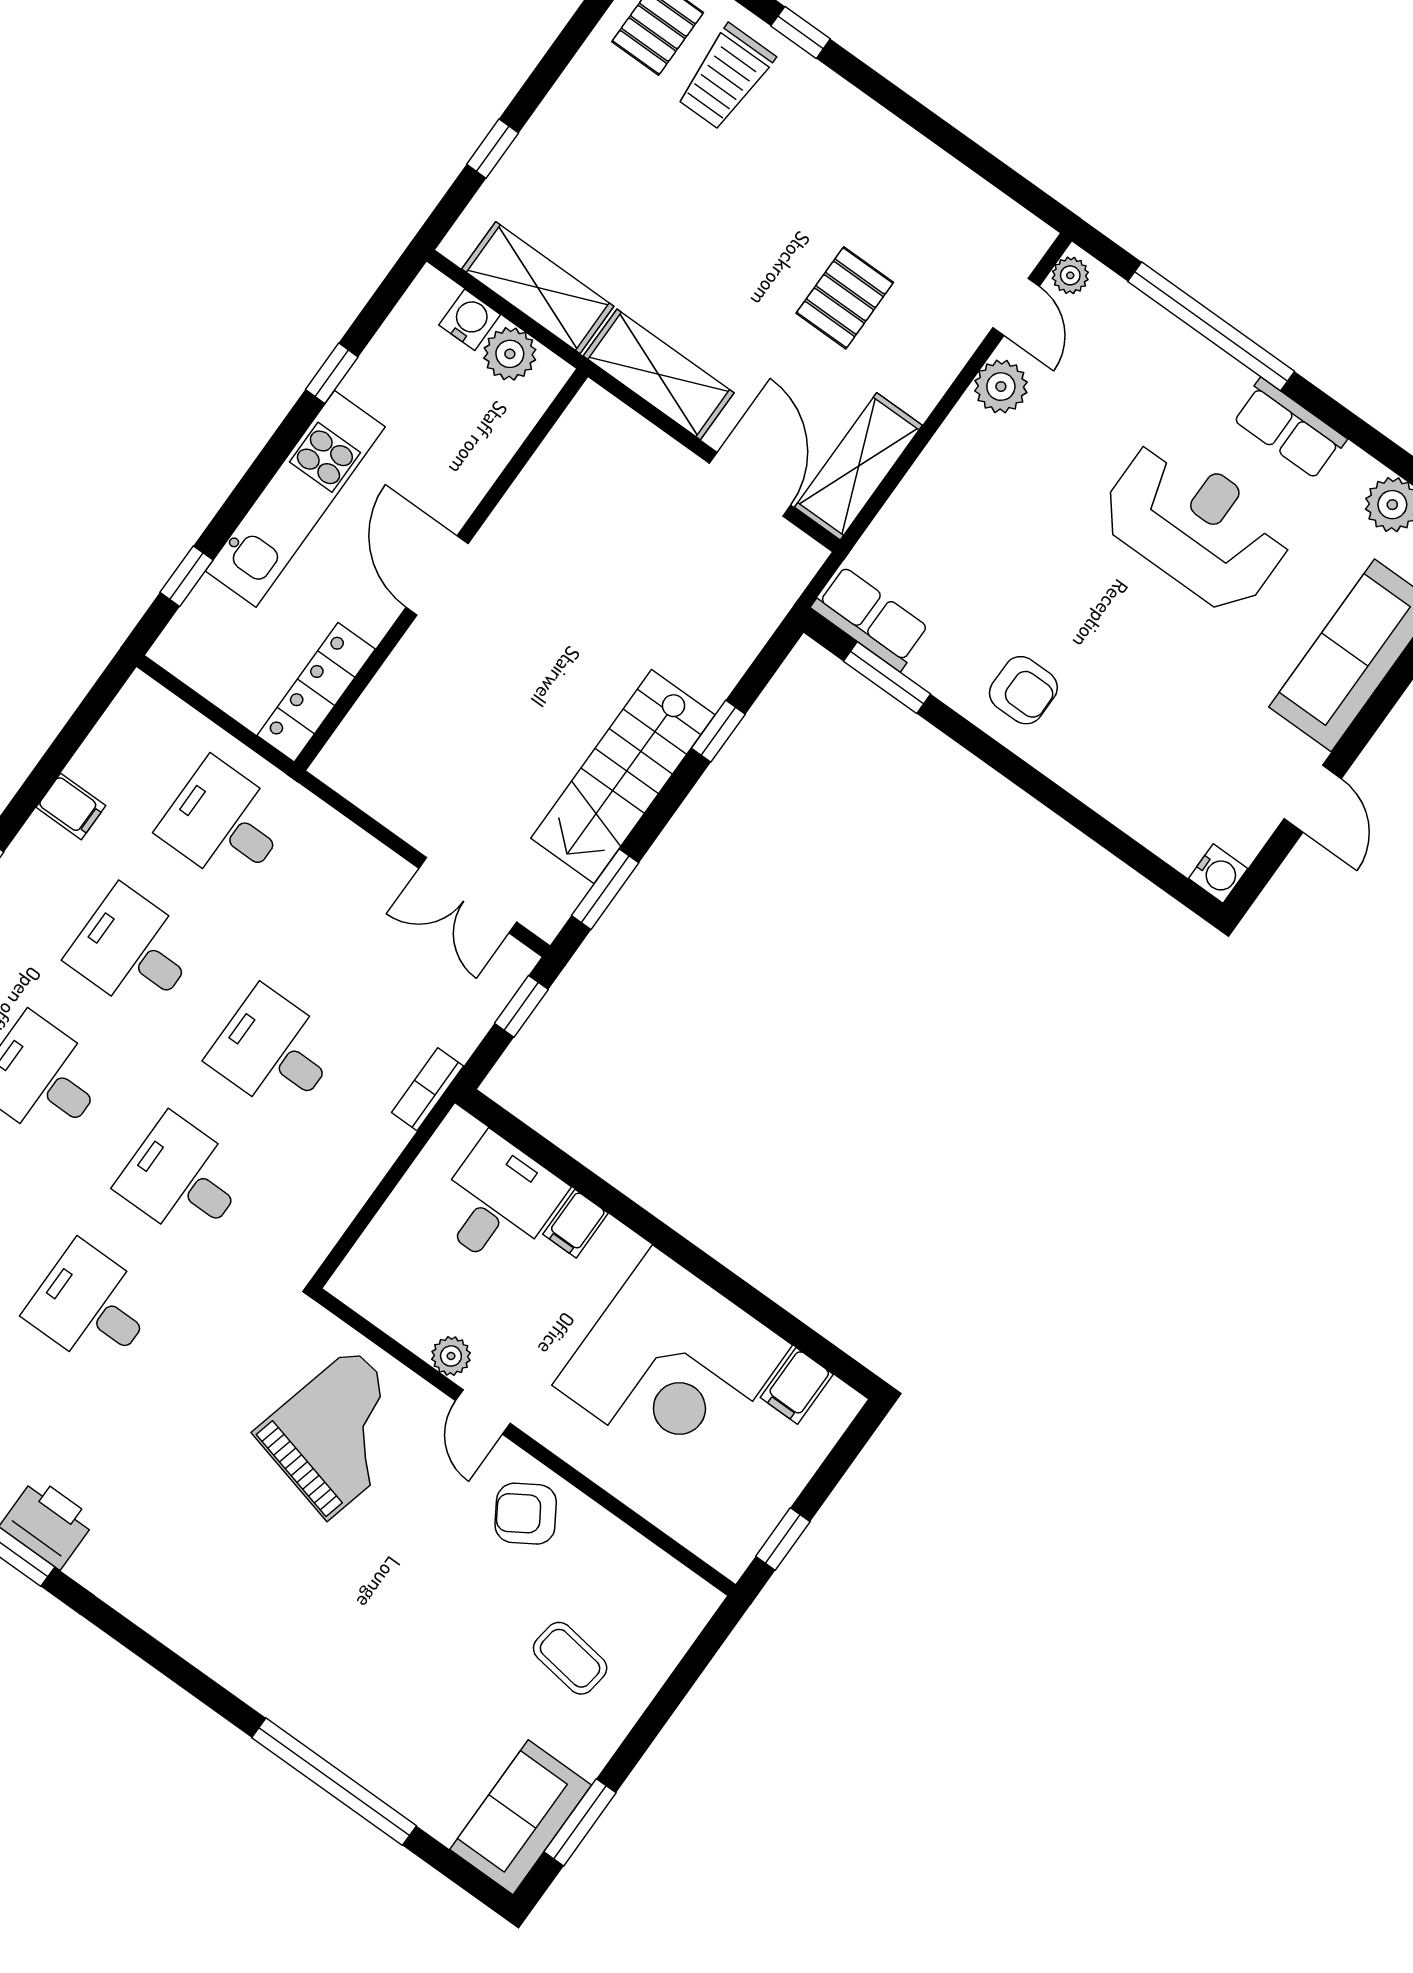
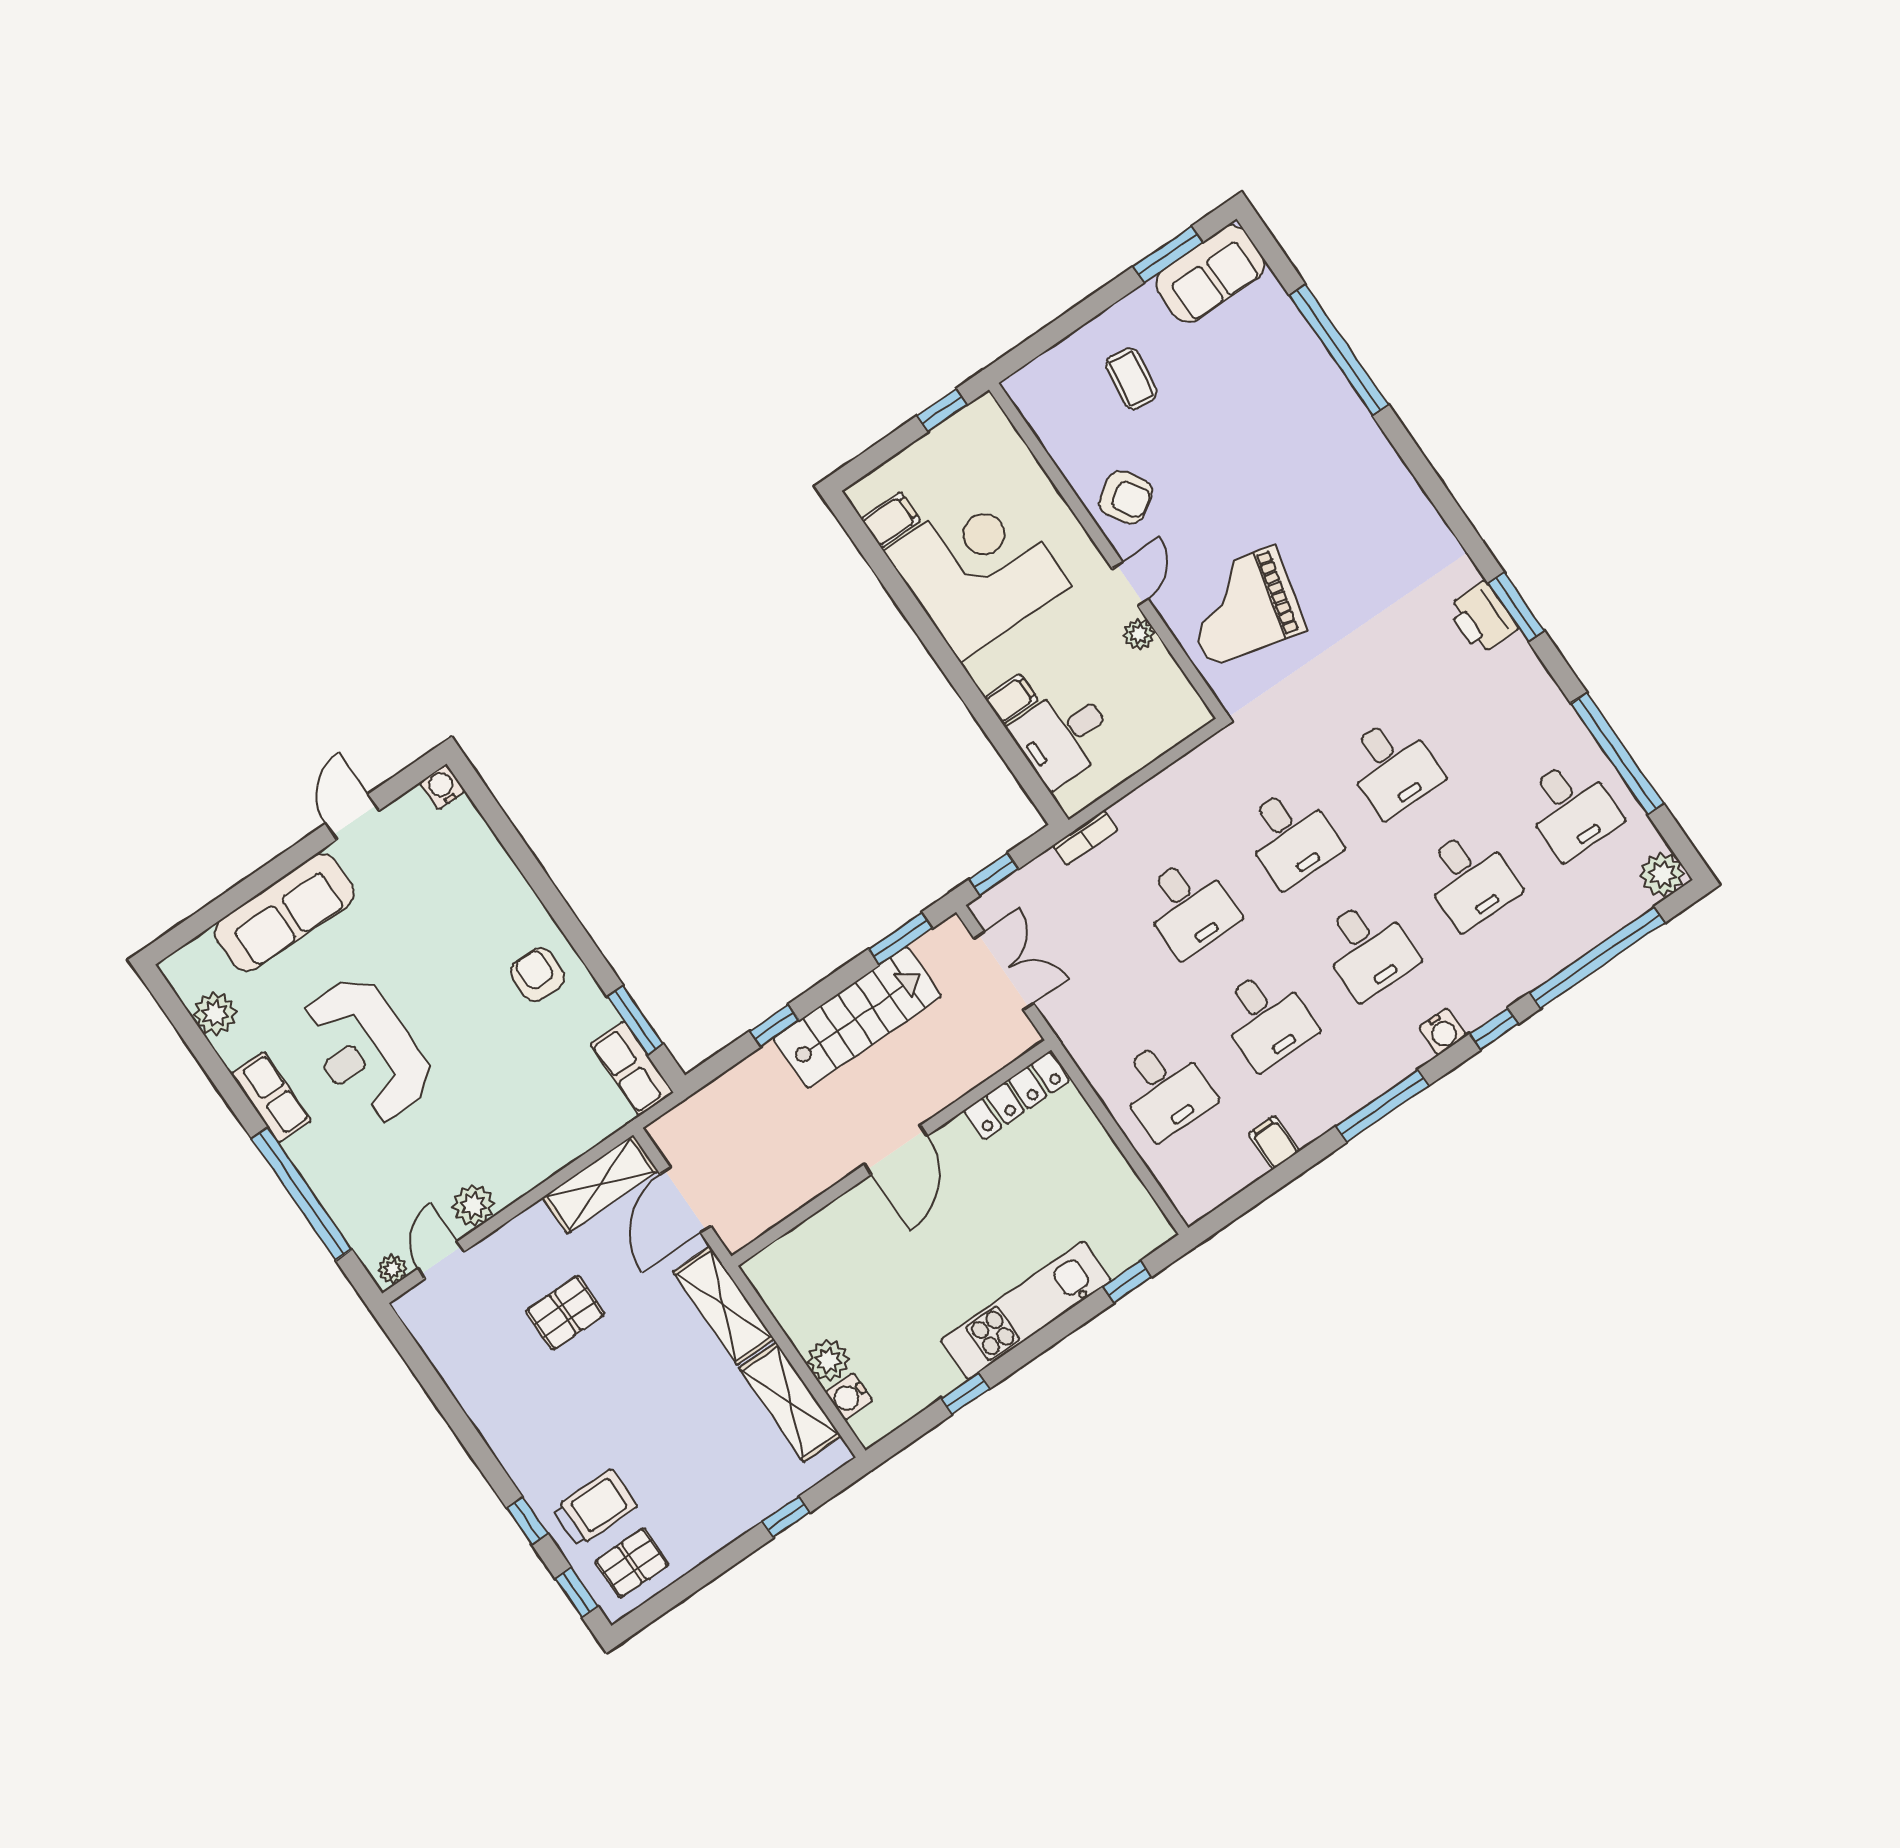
wall: (441, 570) -> (891, 1153), moved
door: (437, 575) -> (896, 1150), moved
locker: (316, 692) -> (1017, 1096), moved

